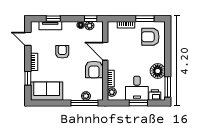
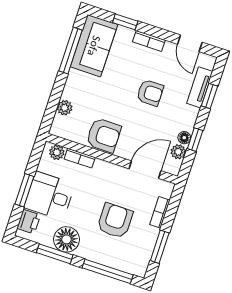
window: (91, 19) -> (195, 140), moved
armchair: (150, 37) -> (115, 221), moved
door: (28, 39) -> (190, 43), swing flipped
window: (168, 43) -> (108, 271), added
door: (105, 51) -> (145, 170), moved
armchair: (94, 70) -> (104, 135), turned 180
window: (168, 87) -> (55, 254), moved
window: (85, 103) -> (71, 50), moved

